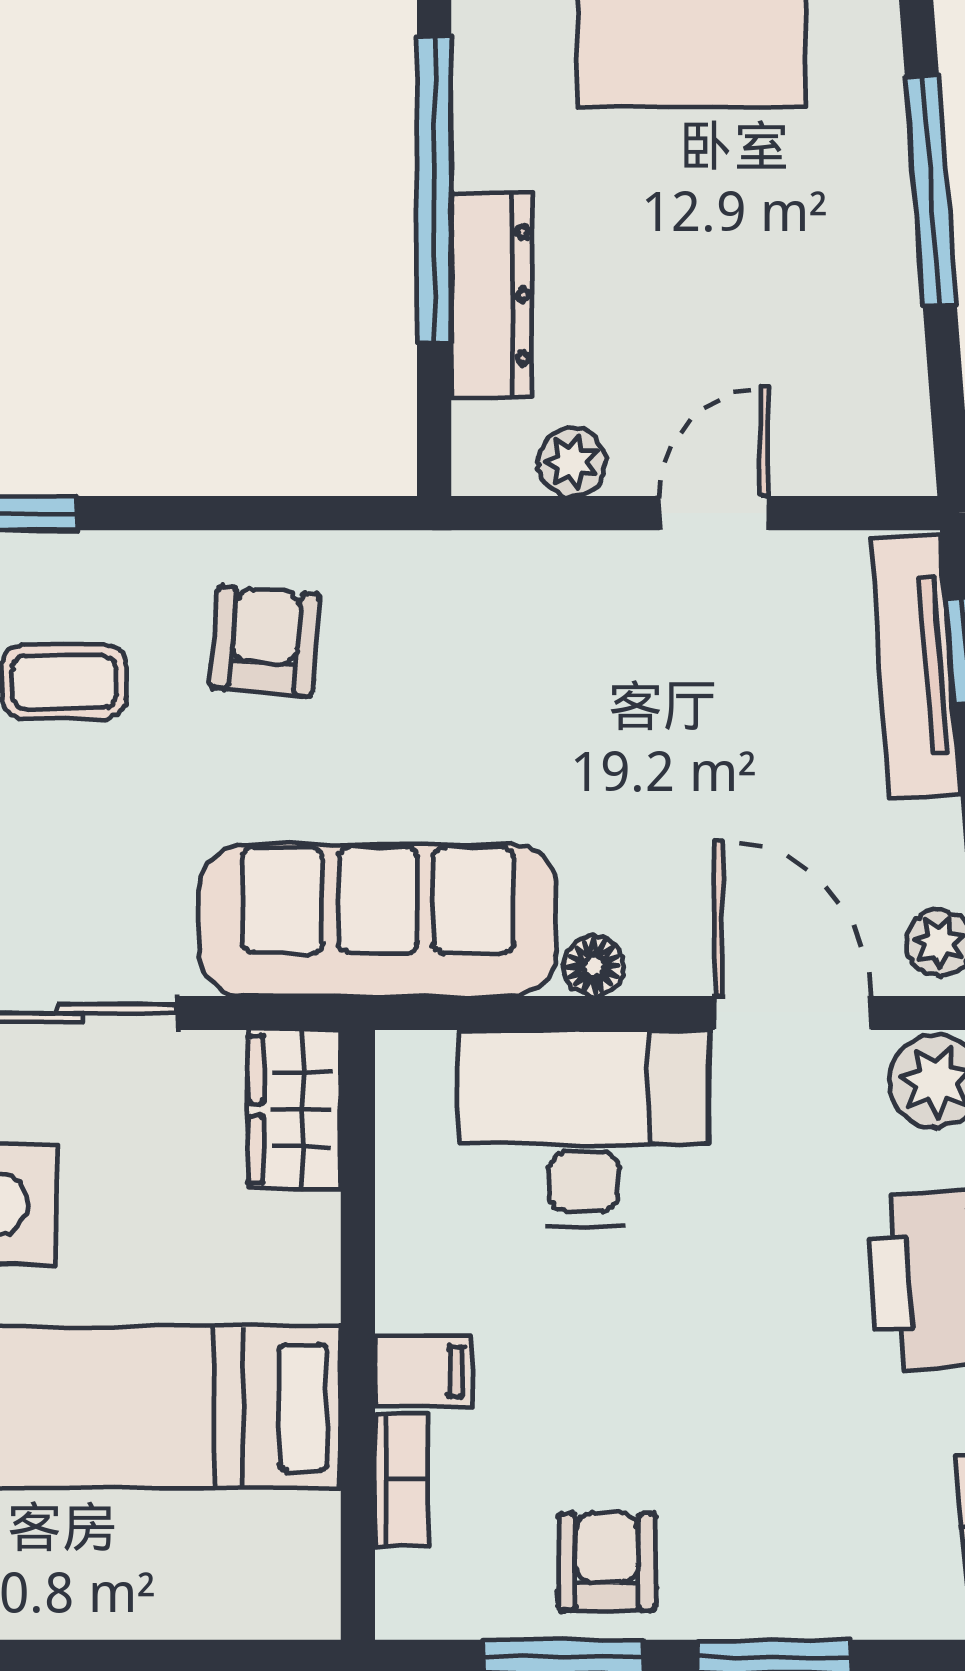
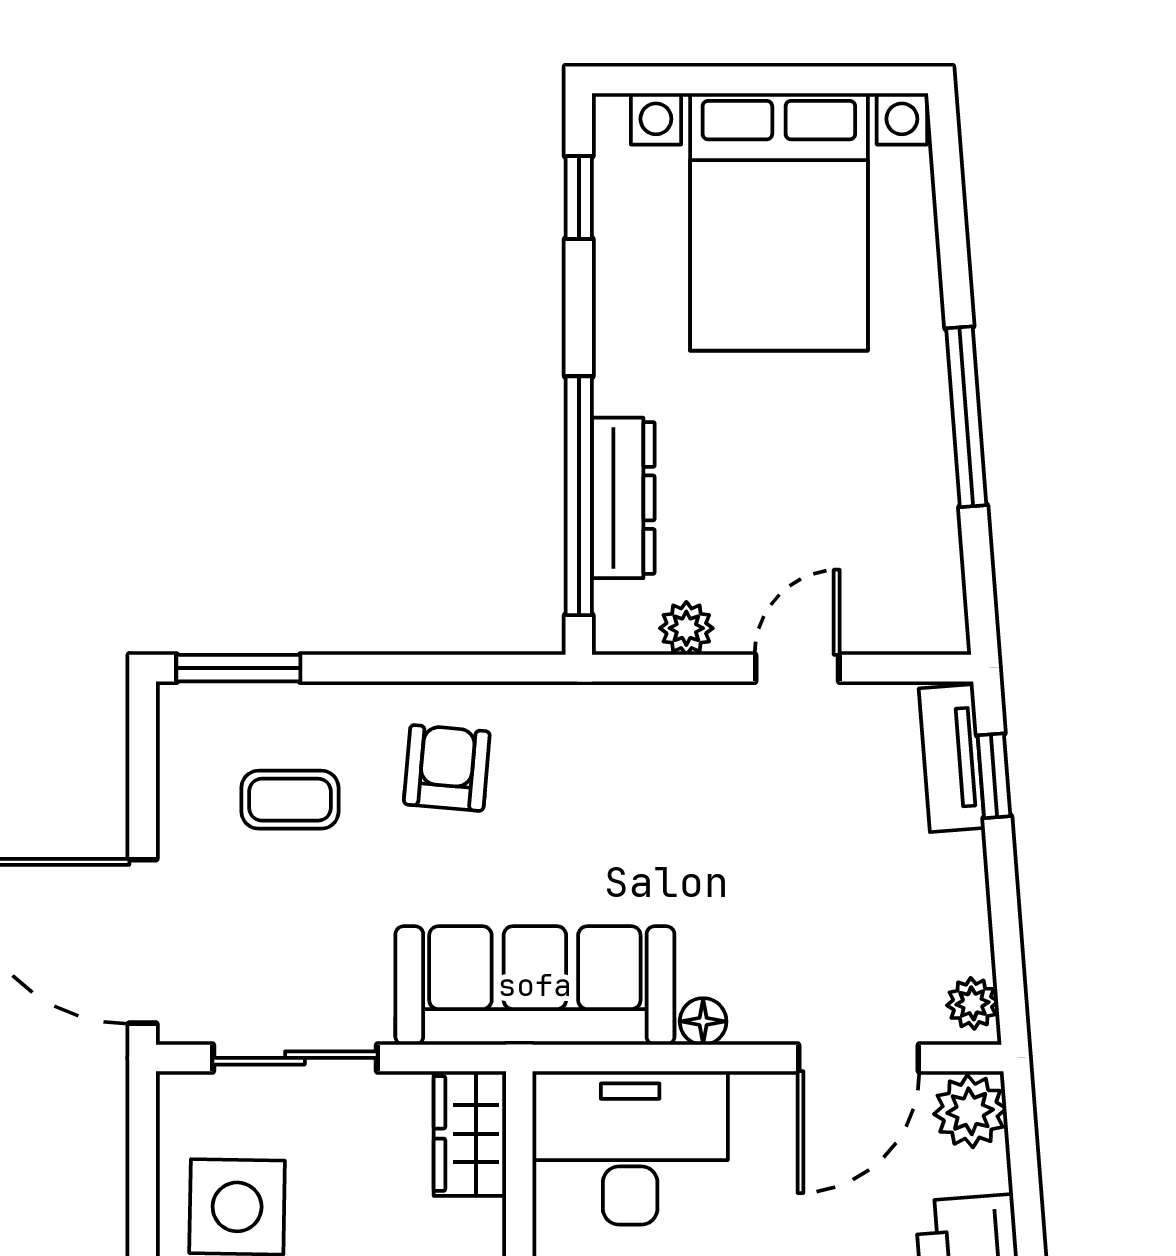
window: (434, 189) -> (579, 496), moved
tv unit: (915, 666) -> (952, 758), width x0.71
door: (793, 1013) -> (858, 1058), swing flipped
desk: (584, 1128) -> (630, 1148), moved

